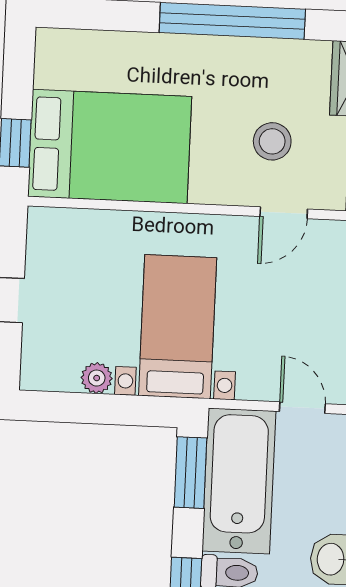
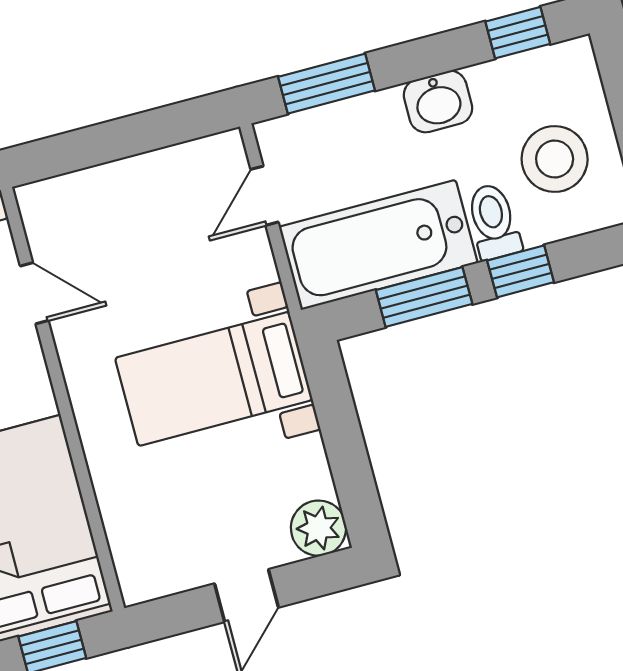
plant: (97, 378) -> (318, 528), moved, width x1.38, depth x1.38
window: (191, 473) -> (424, 297), moved

